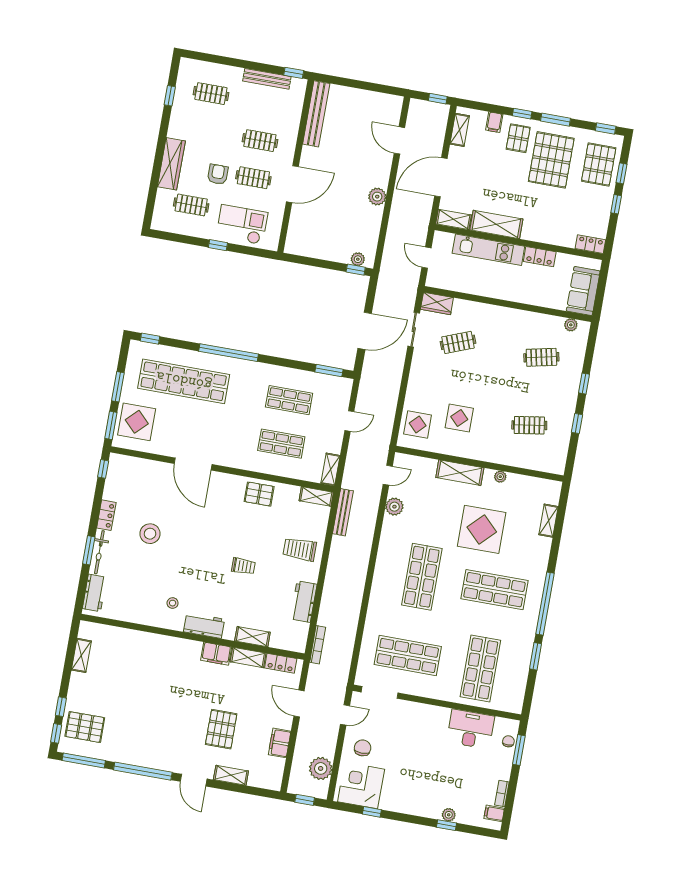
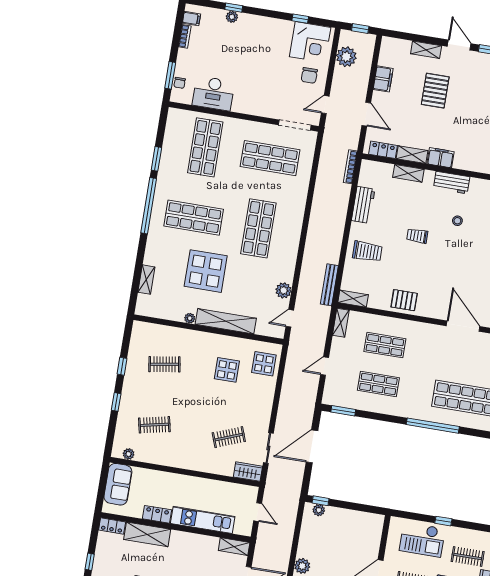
shelving: (496, 224) -> (147, 534), moved
shelving: (460, 473) -> (226, 321), width x1.47
stool: (173, 603) -> (457, 221), moved

